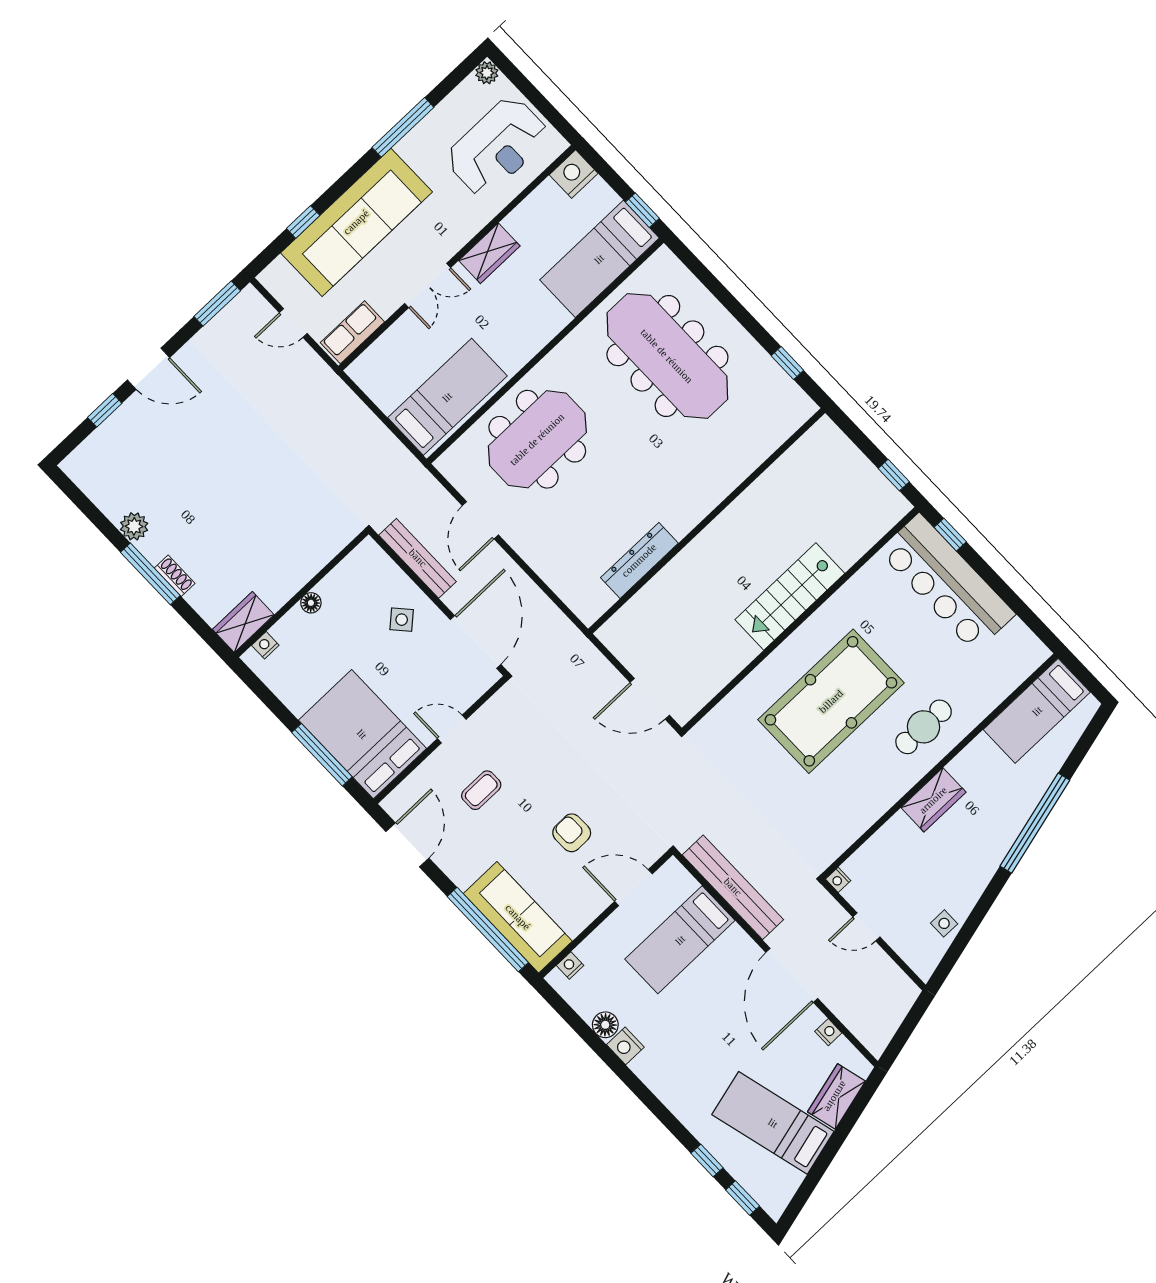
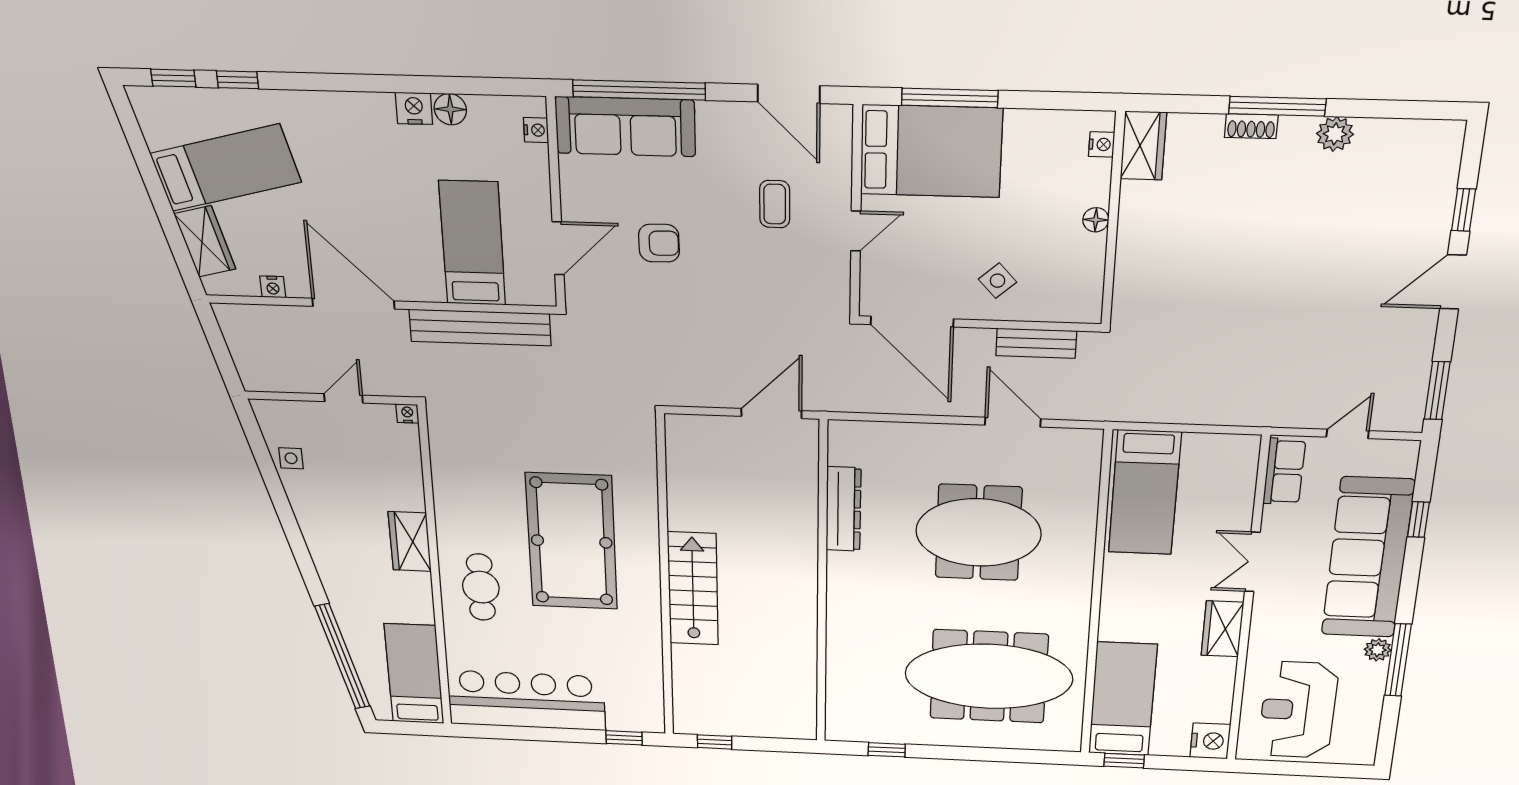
plant: (487, 73) -> (1378, 650), moved
meeting table: (537, 439) -> (978, 532), moved, turned 90
bench: (418, 558) -> (1036, 343), width x0.73
bar counter: (947, 583) -> (526, 700), moved
door: (650, 699) -> (771, 414), moved
window: (1035, 823) -> (342, 657), moved

